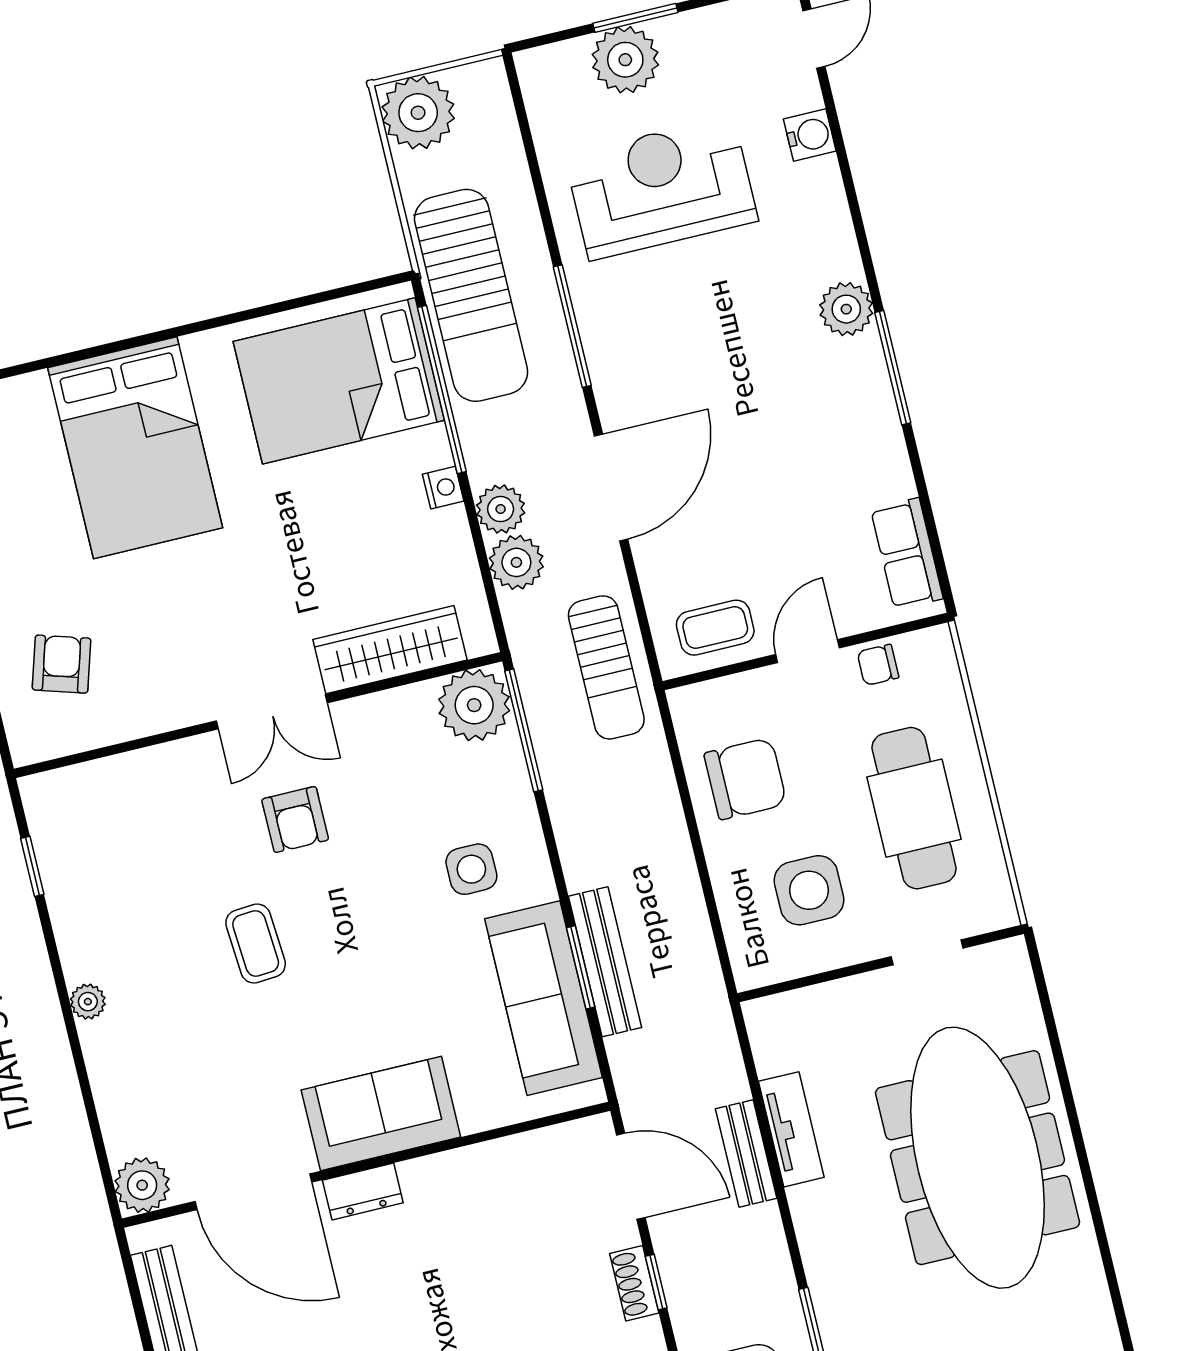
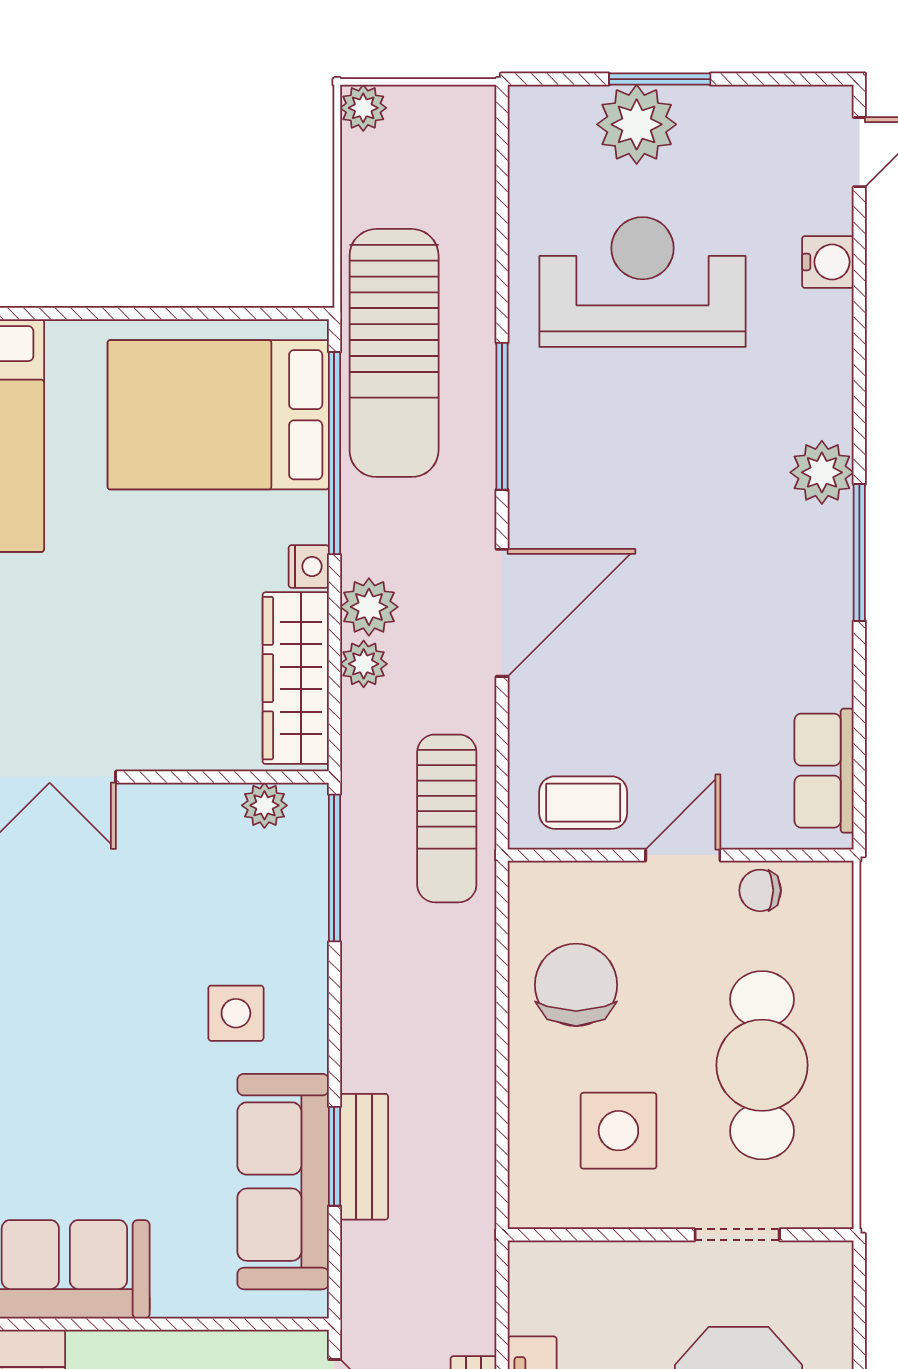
plant: (418, 113) -> (363, 108), width x0.53, depth x0.53
plant: (516, 562) -> (364, 664), width x0.73, depth x0.73
wardrobe: (390, 650) -> (296, 678), moved, turned -90
plant: (474, 705) -> (264, 805), width x0.53, depth x0.53
chair: (745, 779) -> (576, 985), turned -90
armchair: (295, 819) -> (47, 907), removed
bench: (605, 962) -> (364, 1157), width x0.73

